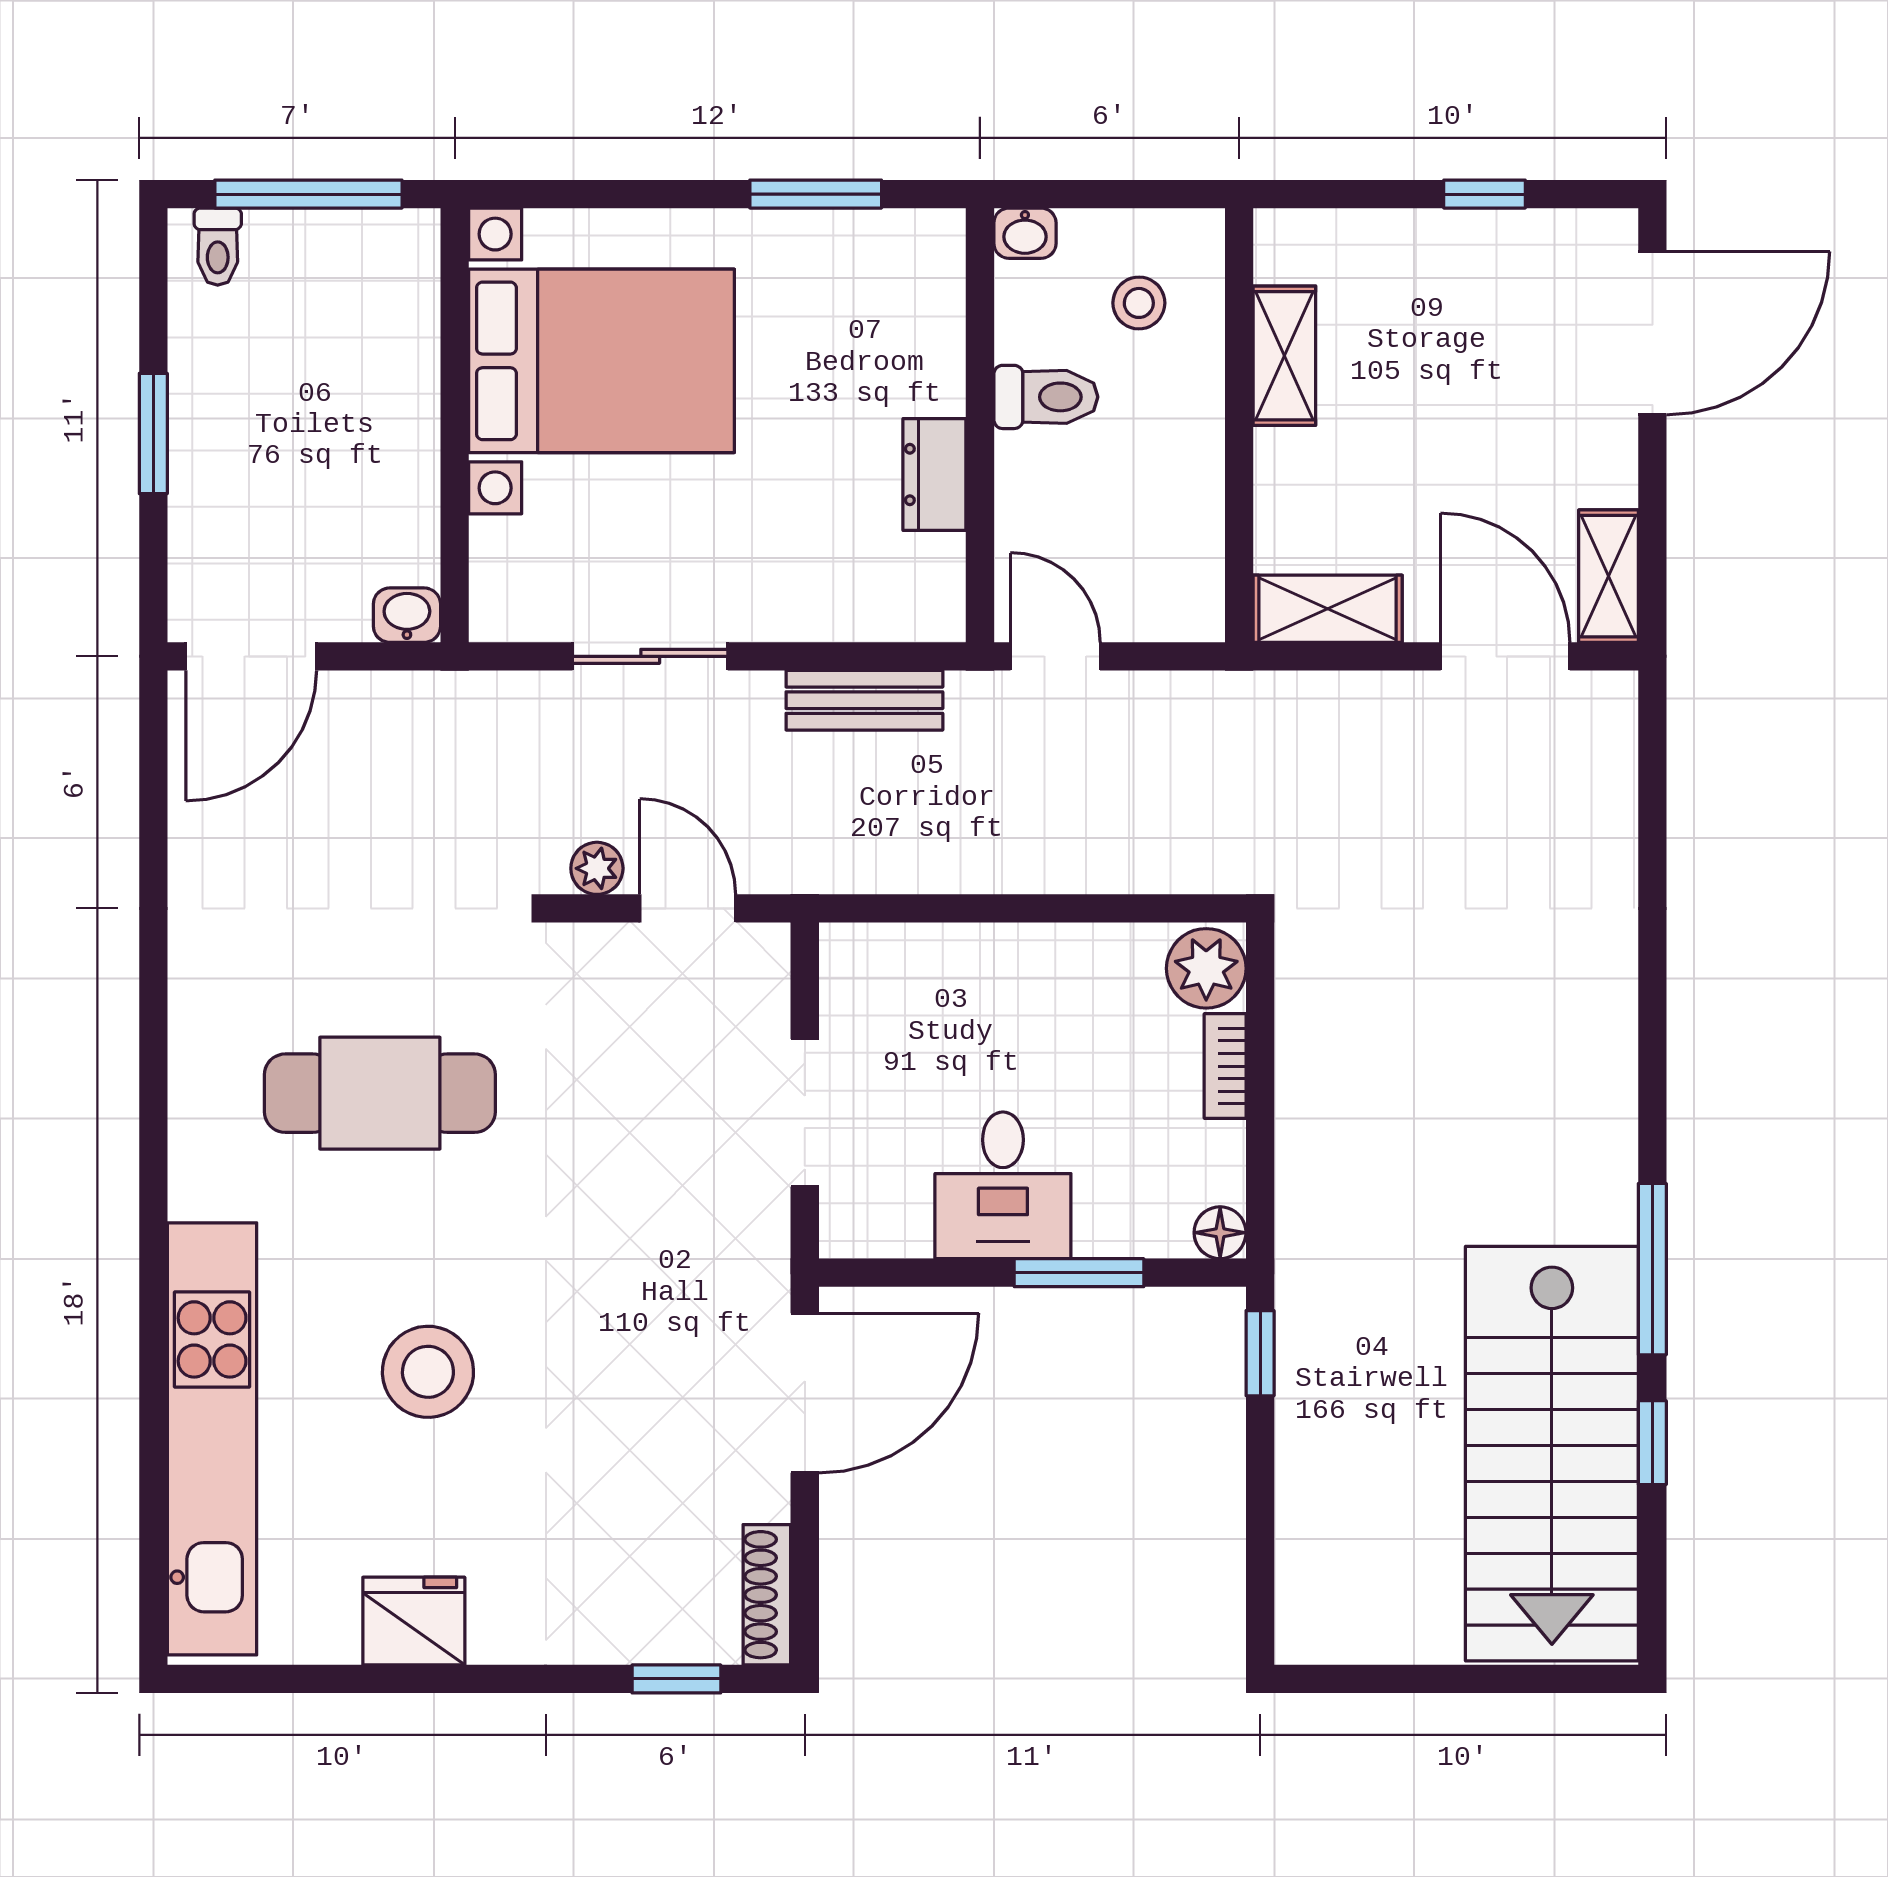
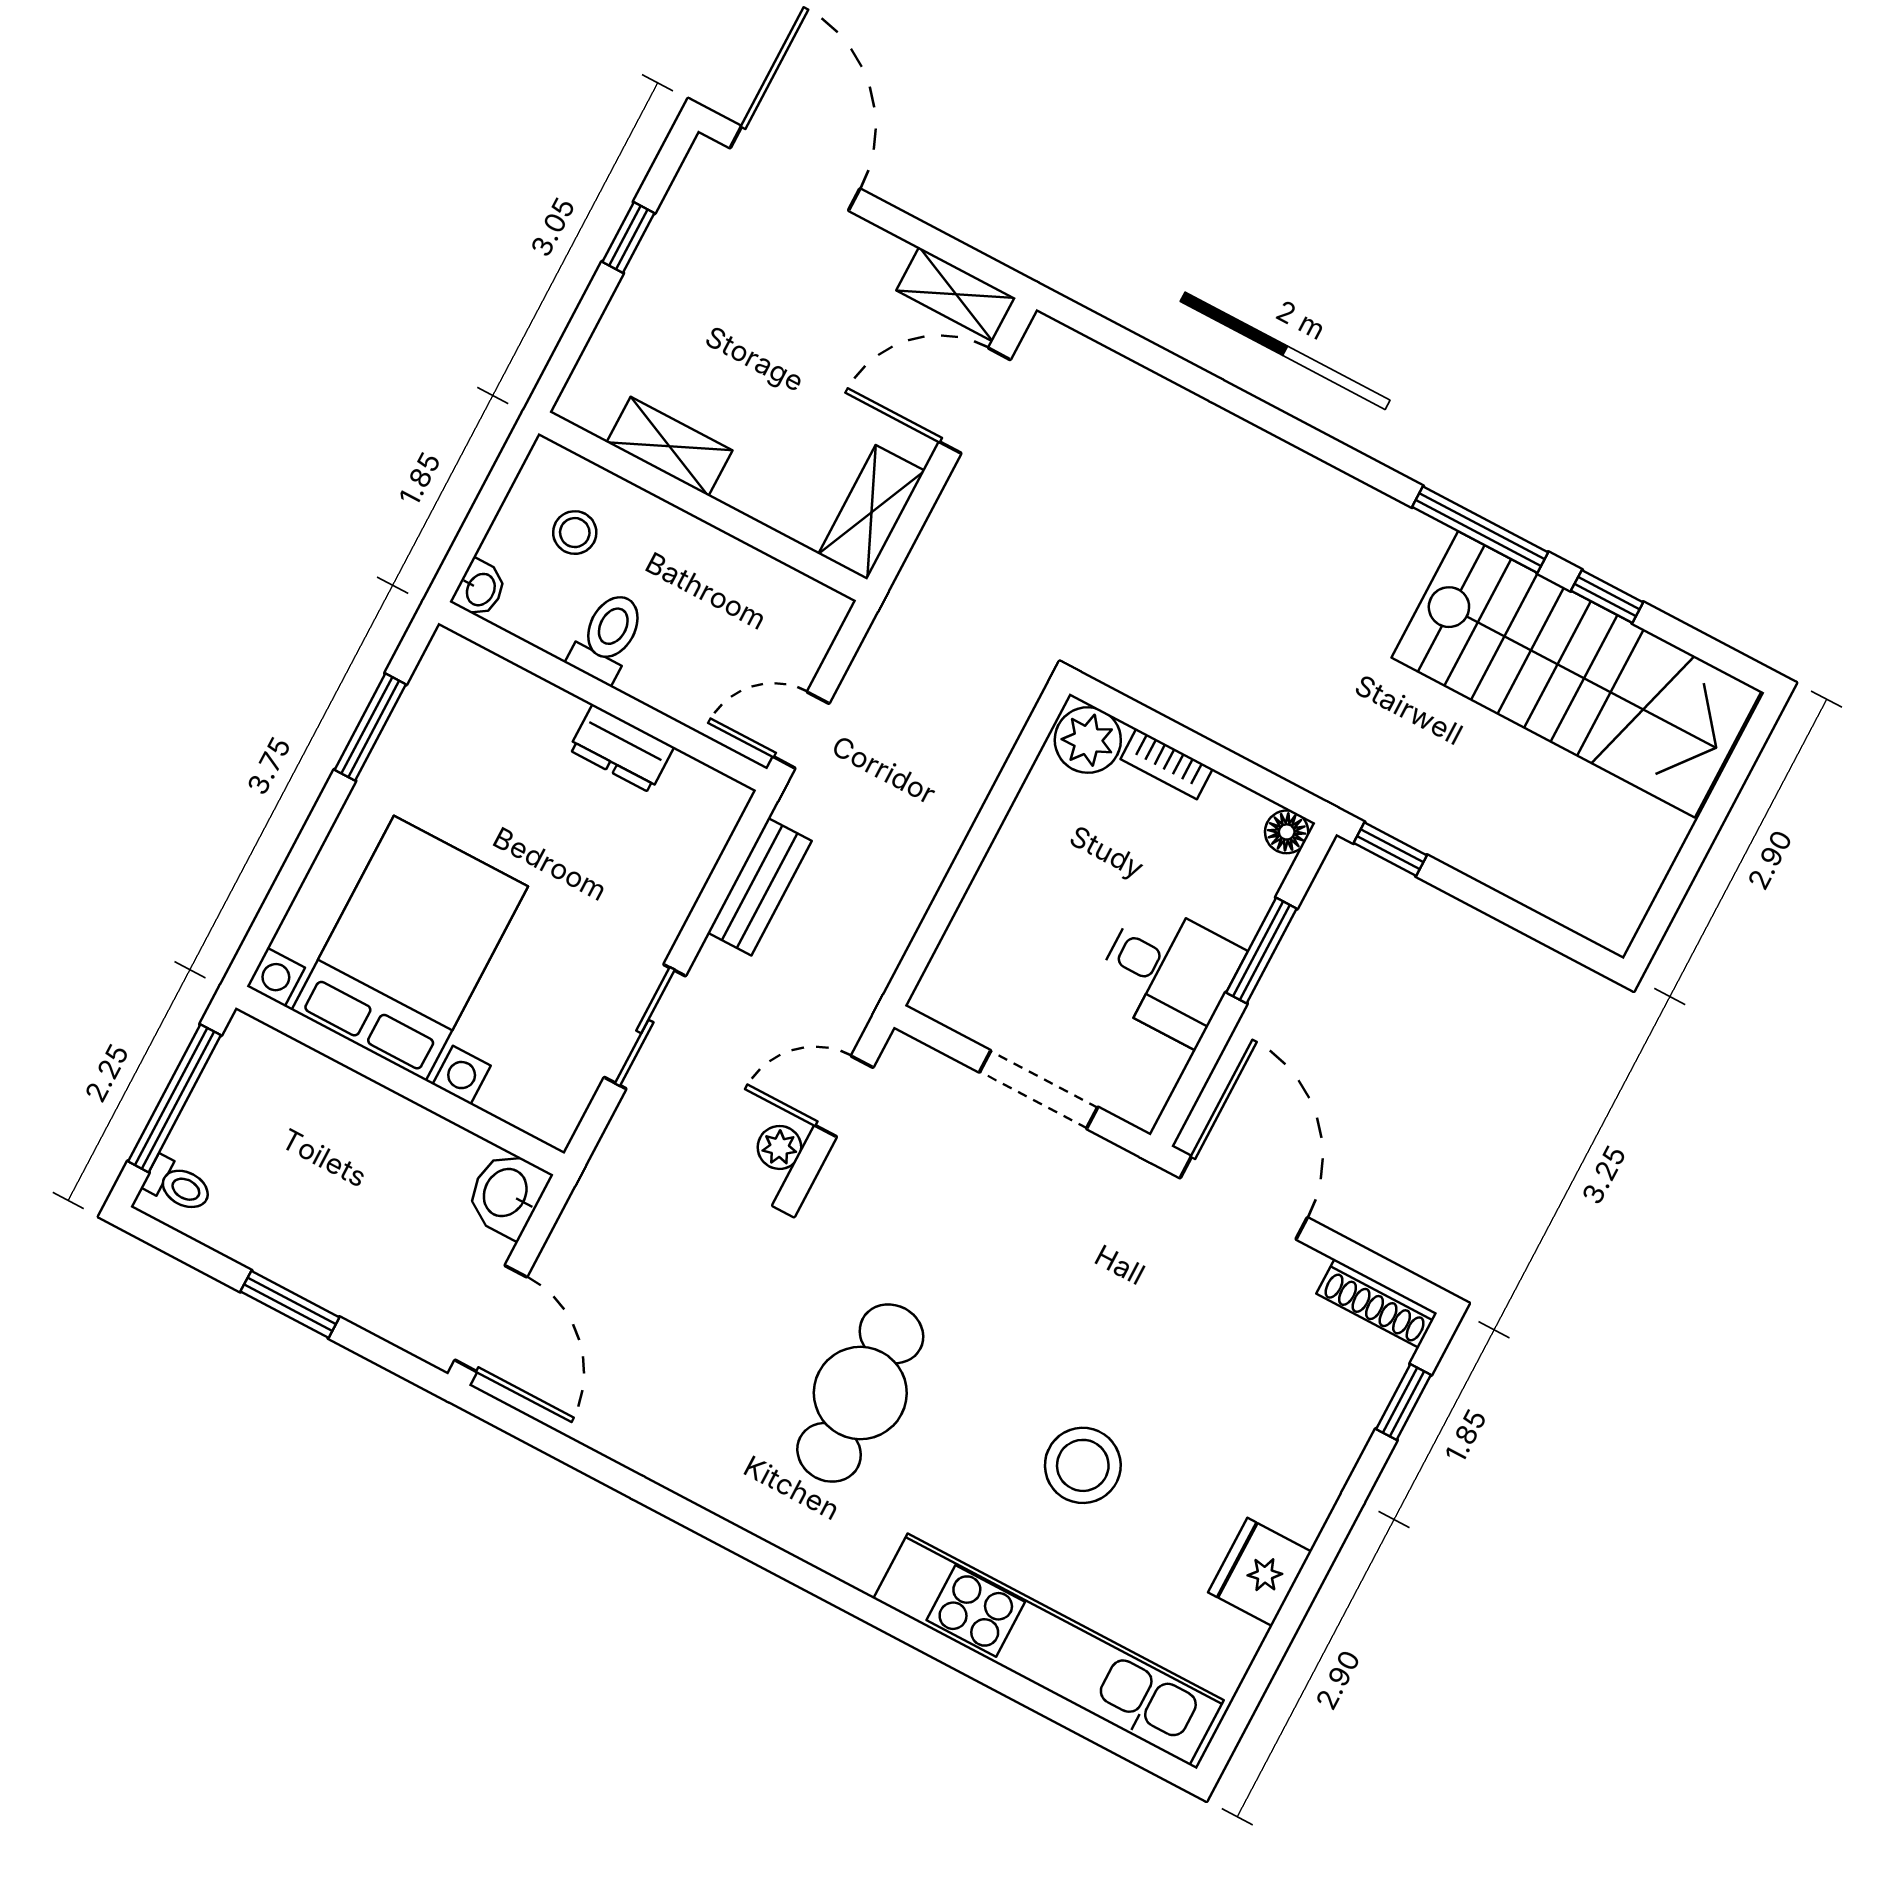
washbasin: (407, 615) -> (507, 1193), width x1.38, depth x1.45

